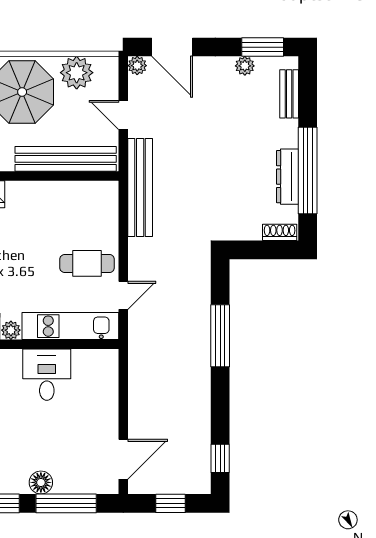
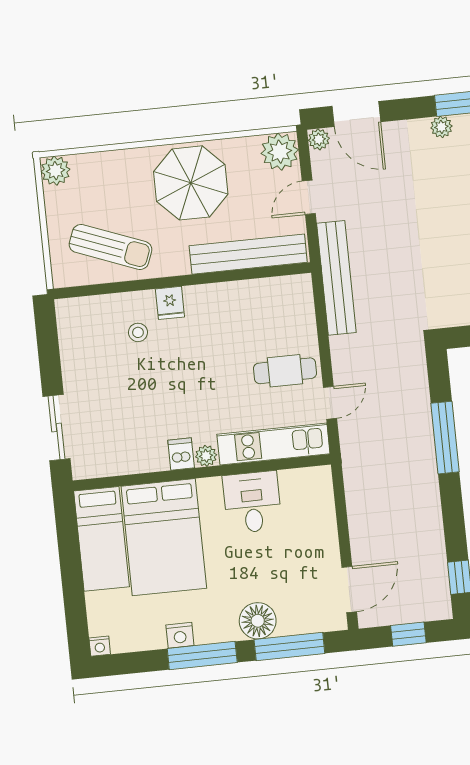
plant: (77, 73) -> (280, 152), moved
door: (123, 115) -> (309, 197), hinge flipped
floor lamp: (41, 482) -> (258, 621), width x1.38, depth x1.38

